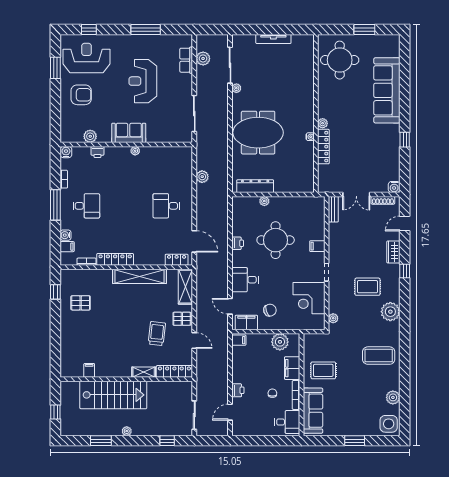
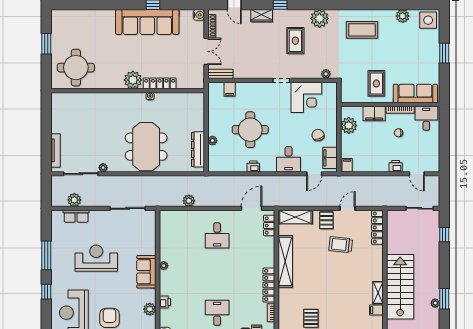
window: (89, 29) -> (46, 292), moved
tv unit: (273, 39) -> (55, 150), moved
reception desk: (143, 81) -> (96, 258), turned 180
sofa: (387, 90) -> (147, 22), moved
plant: (323, 123) -> (133, 80), width x1.87, depth x1.87
filing cabinet: (317, 246) -> (230, 89), moved
coffee table: (379, 356) -> (362, 30), turned 90
shelving: (144, 372) -> (378, 293), moved
plant: (127, 431) -> (435, 303), moved

